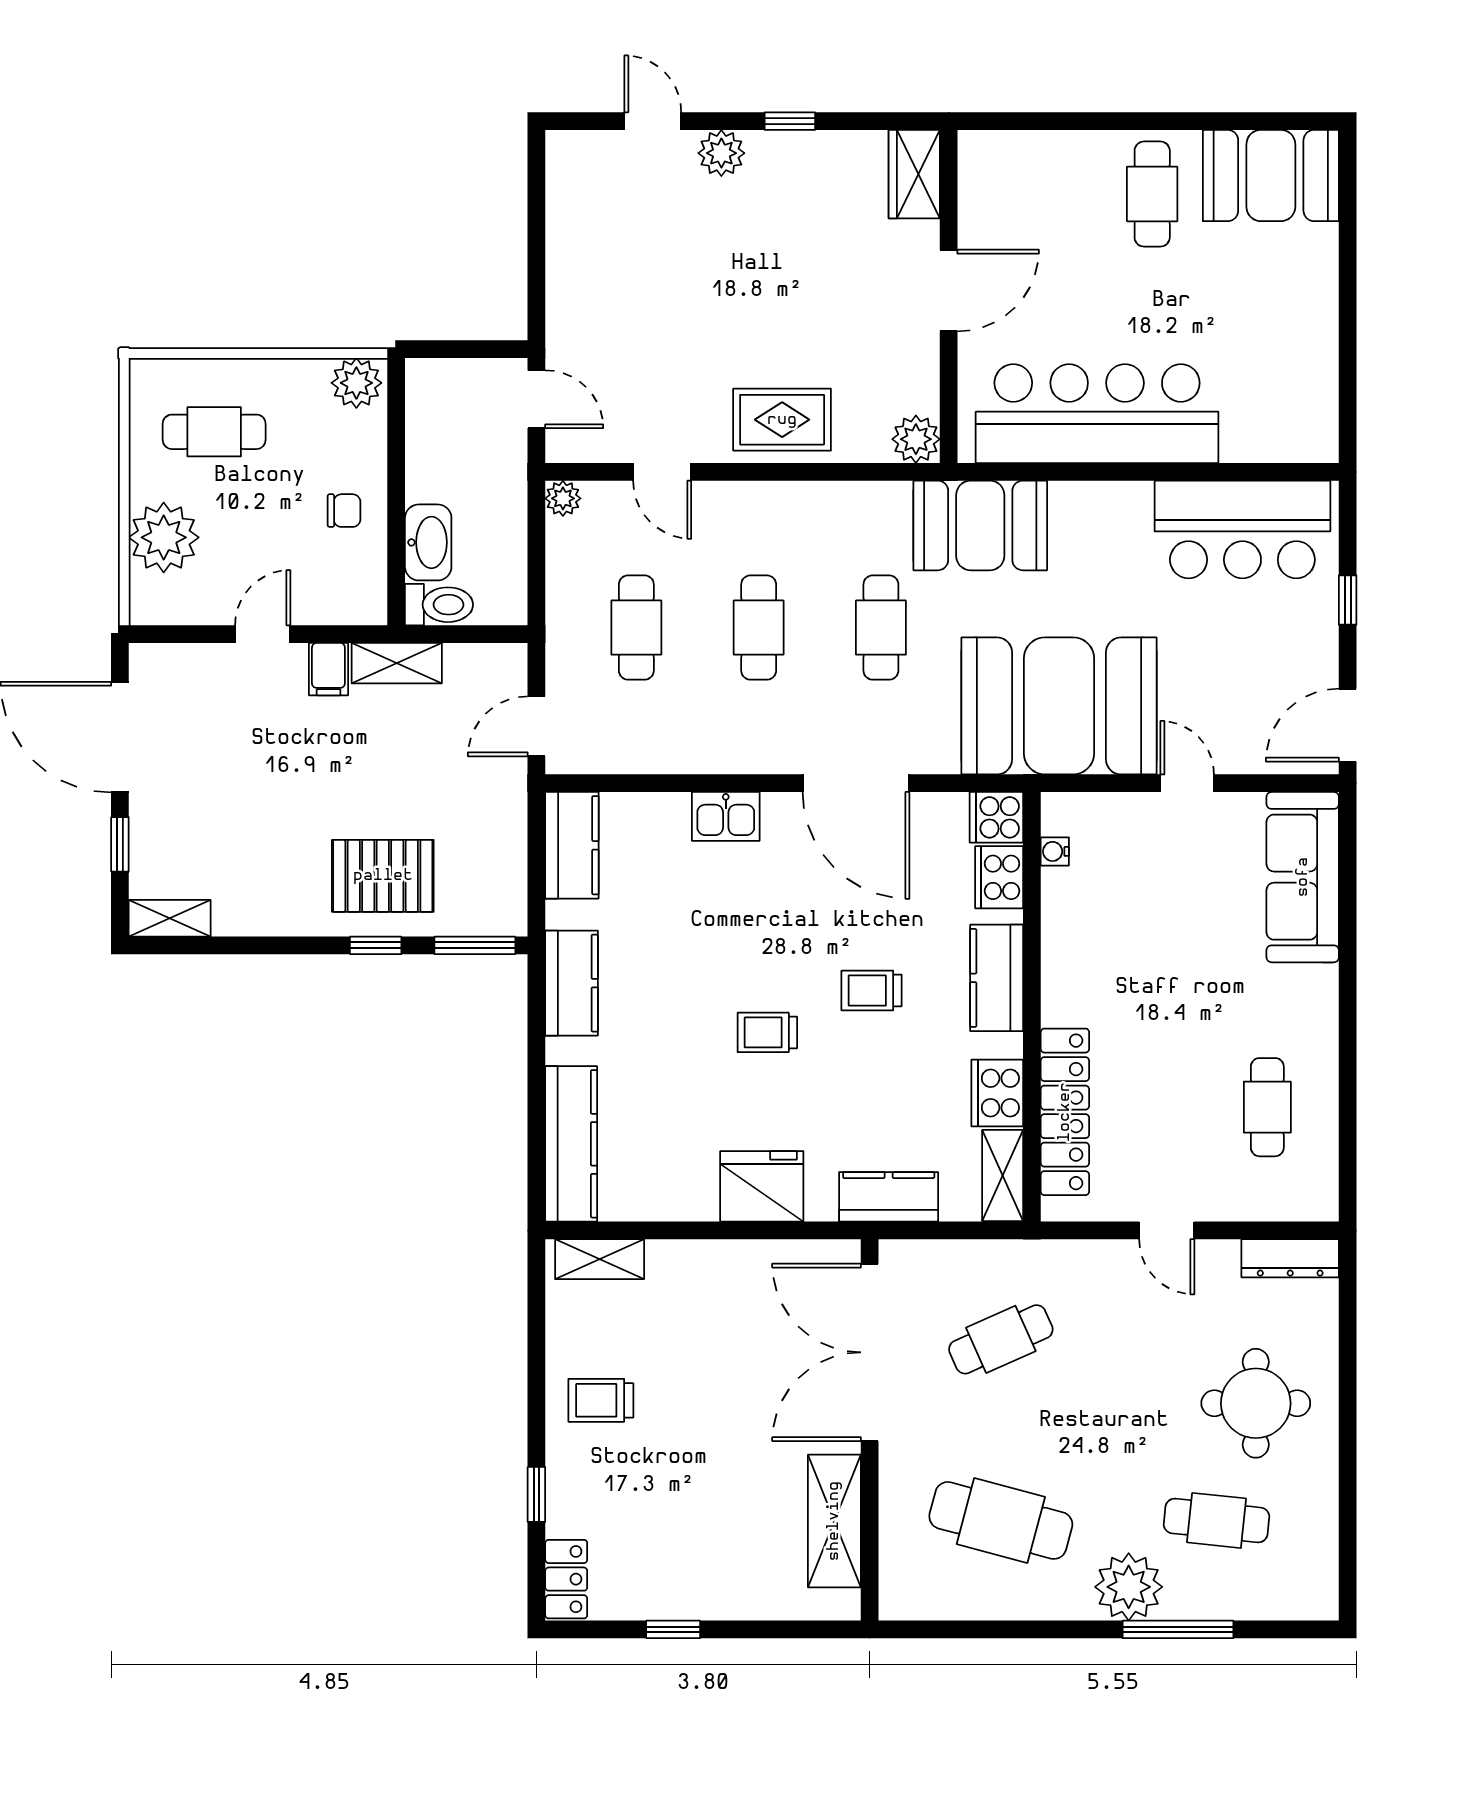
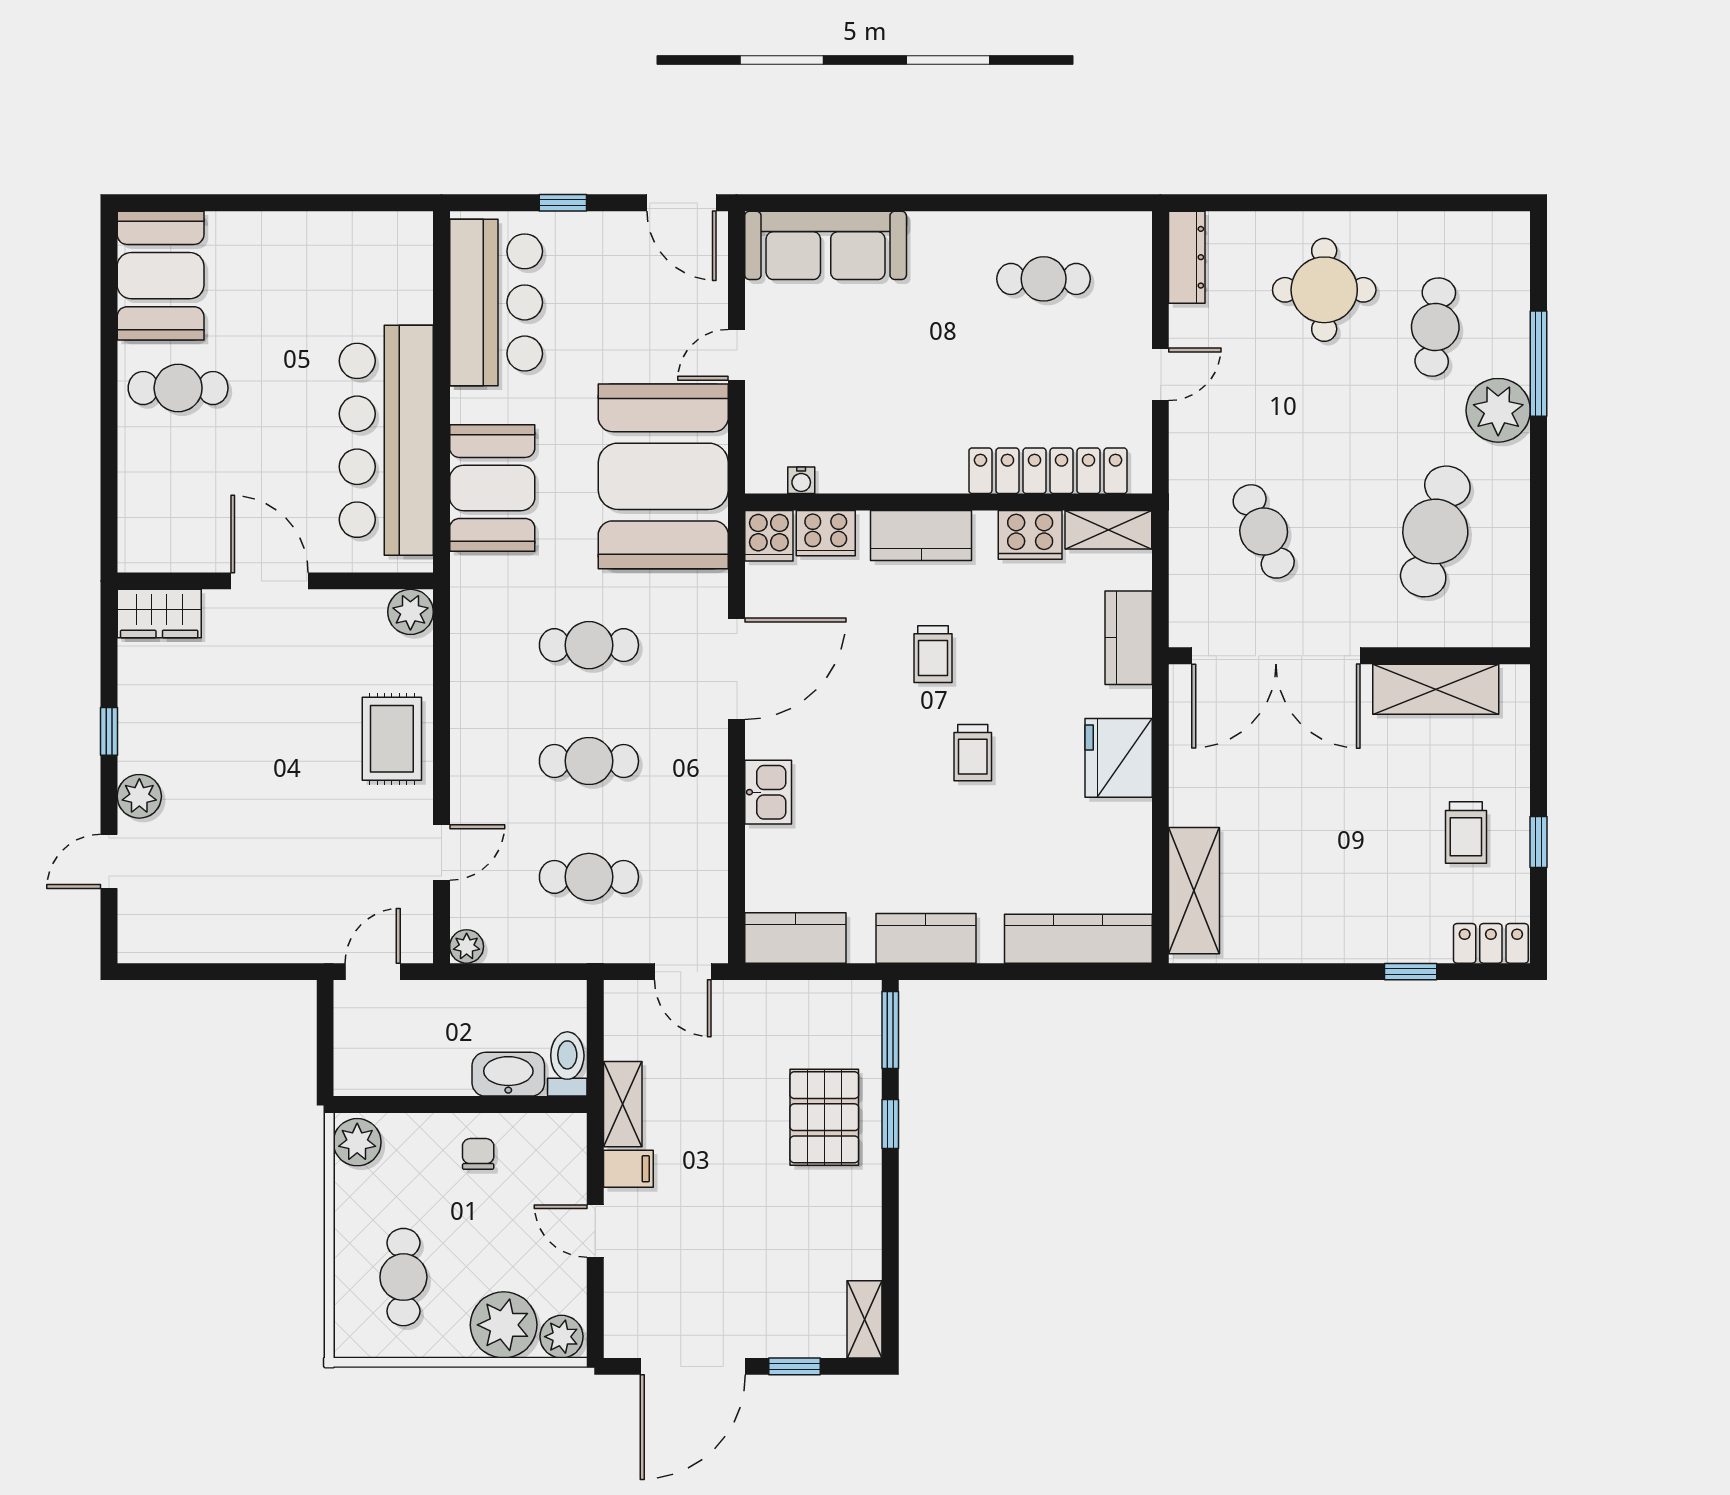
booth: (980, 525) -> (492, 488), moved
plant: (151, 599) -> (562, 1337), added
shelving: (600, 1259) -> (1194, 891), width x1.50, depth x1.33
trolley: (601, 1400) -> (1466, 832), moved

